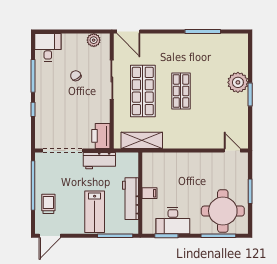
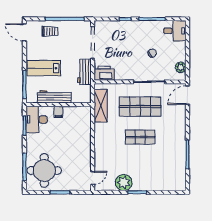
plant: (238, 82) -> (124, 183), moved
desk: (173, 221) -> (37, 120), moved

